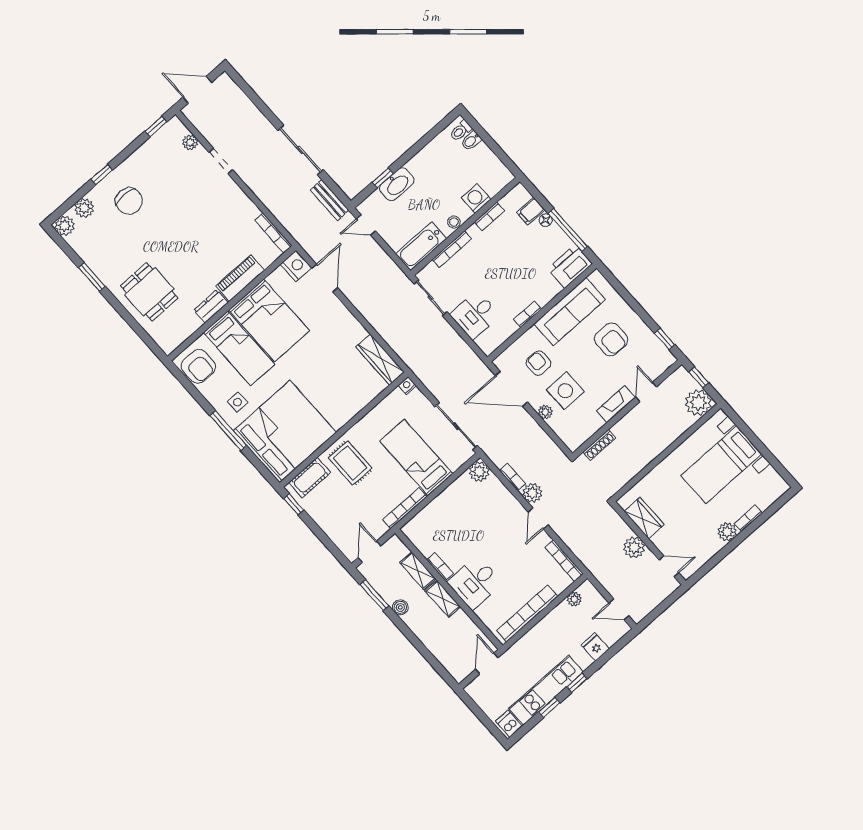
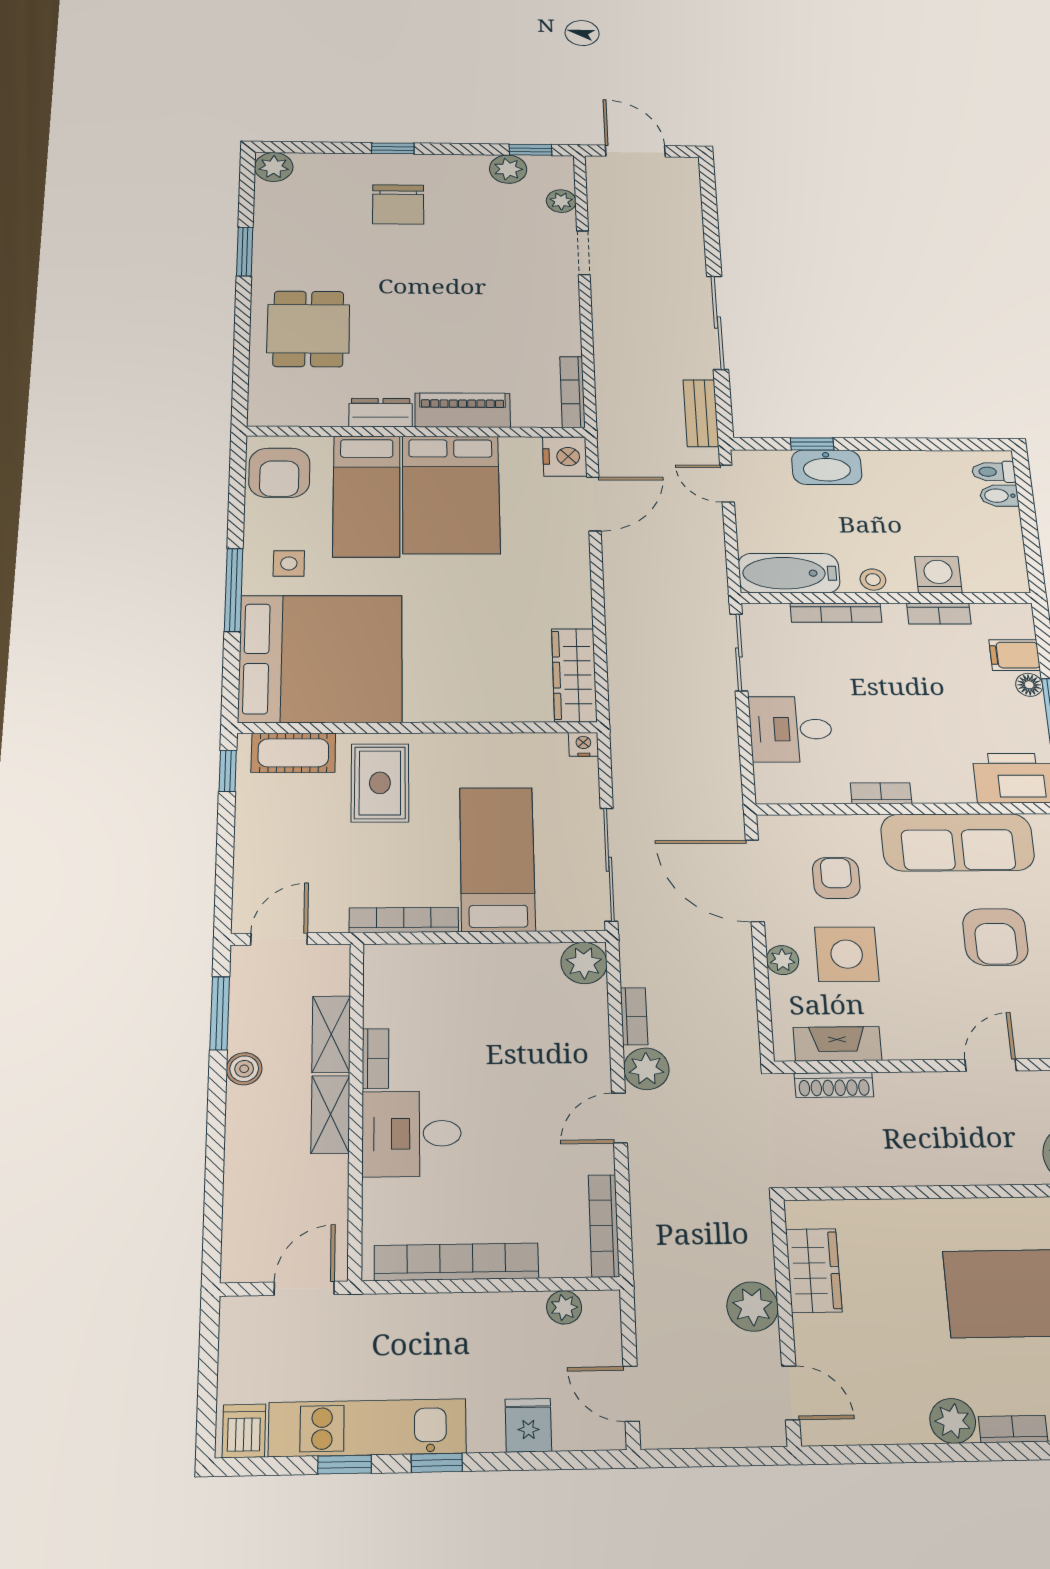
plant: (84, 208) -> (508, 169), moved
fireplace: (616, 404) -> (837, 1044), moved

